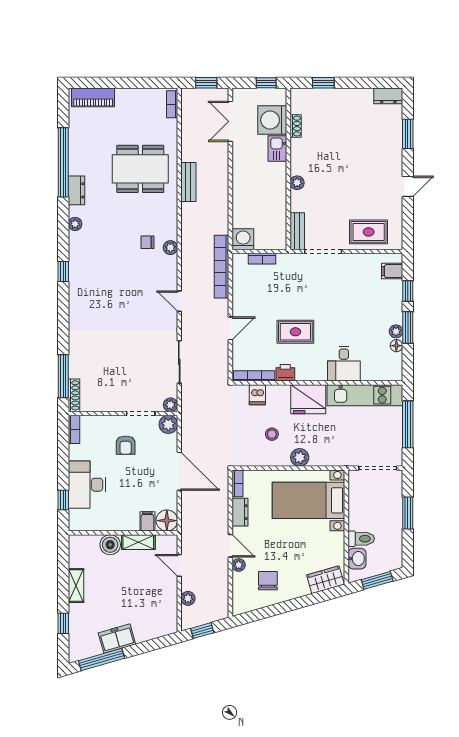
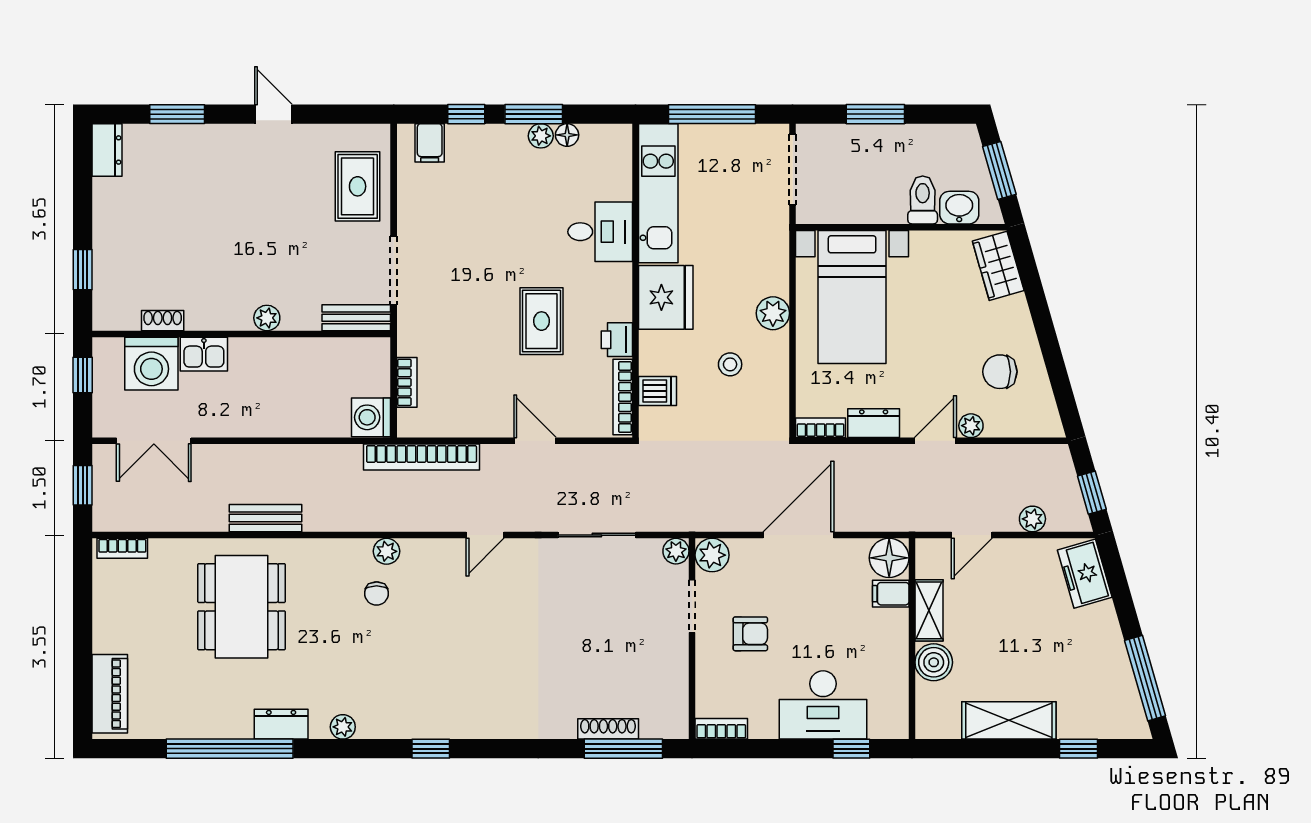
shoe rack: (74, 395) -> (608, 729), moved
shelving: (76, 586) -> (1009, 720), width x1.50, depth x1.33
freezer: (117, 639) -> (1085, 574), moved

